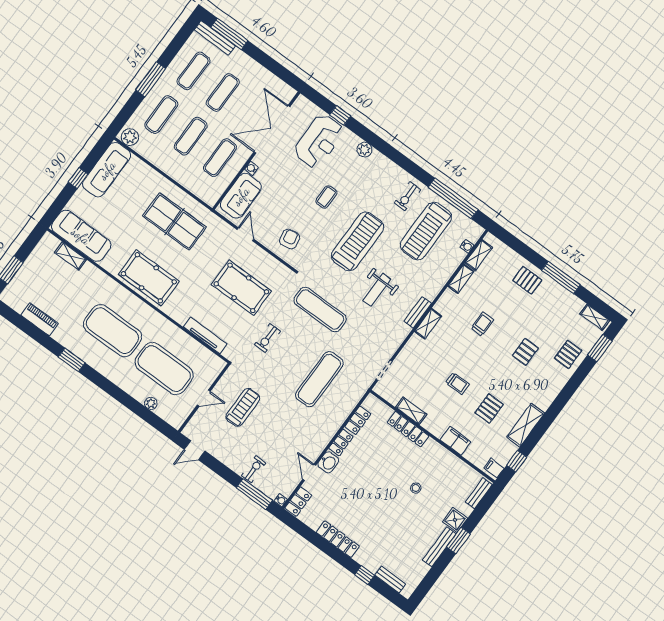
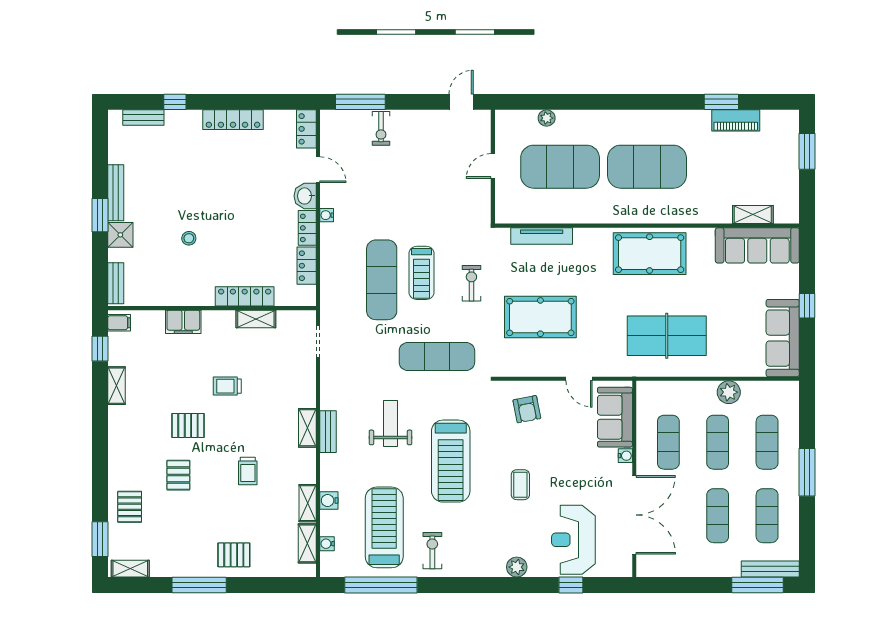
plant: (130, 137) -> (729, 392), moved
water cooler: (447, 271) -> (329, 500), added
window: (72, 360) -> (721, 102), moved
treadmill: (243, 407) -> (422, 273), moved
pallet: (489, 409) -> (188, 425), moved, turned 90
shelving: (526, 425) -> (116, 386), width x0.67, depth x0.75
water cooler: (281, 500) -> (327, 215), moved

